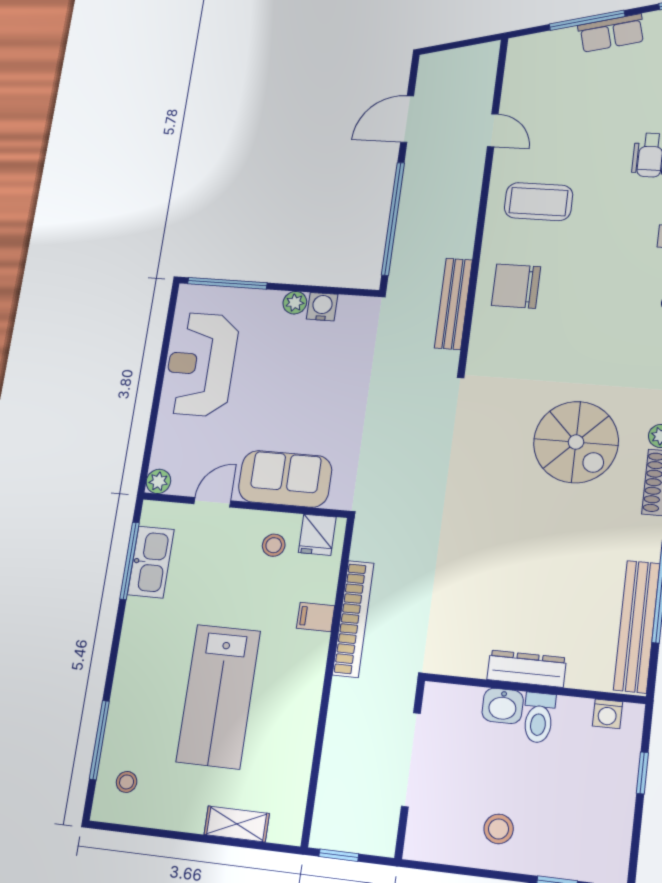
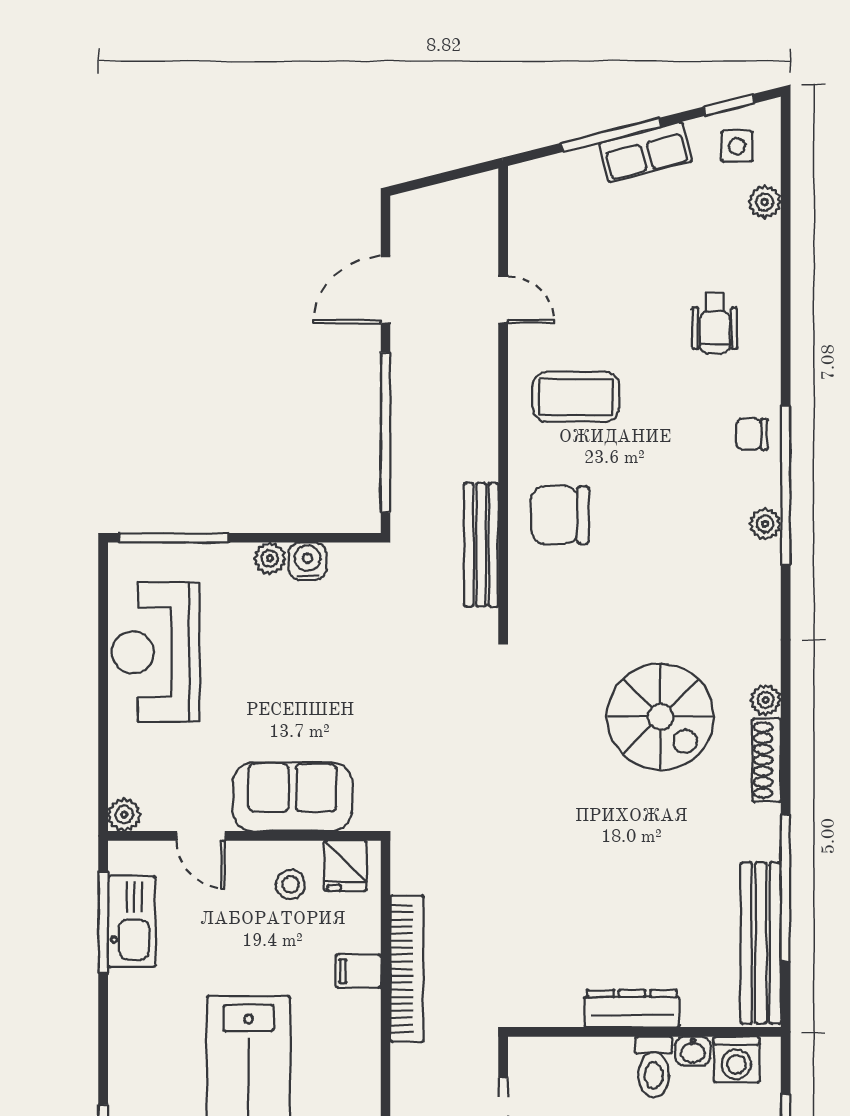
door: (212, 502) -> (201, 836), swing flipped
washbasin: (503, 706) -> (693, 1051), moved, width x0.72, depth x0.69
washing machine: (607, 714) -> (736, 1060), width x1.38, depth x1.38

